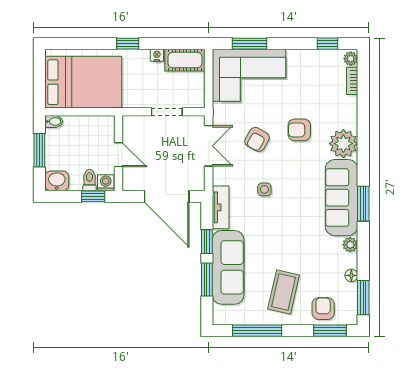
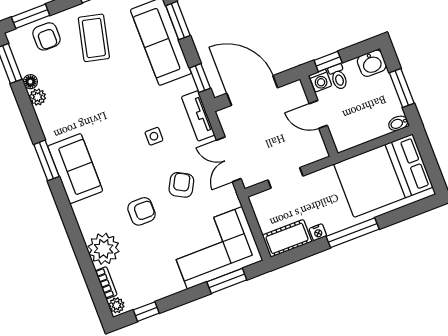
window: (128, 44) -> (353, 233), width x2.17
plant: (343, 144) -> (104, 249), moved
sofa: (341, 198) -> (75, 169), width x0.73
tv unit: (221, 207) -> (198, 116), moved
window: (207, 242) -> (200, 78), moved
plant: (350, 245) -> (38, 97), moved

